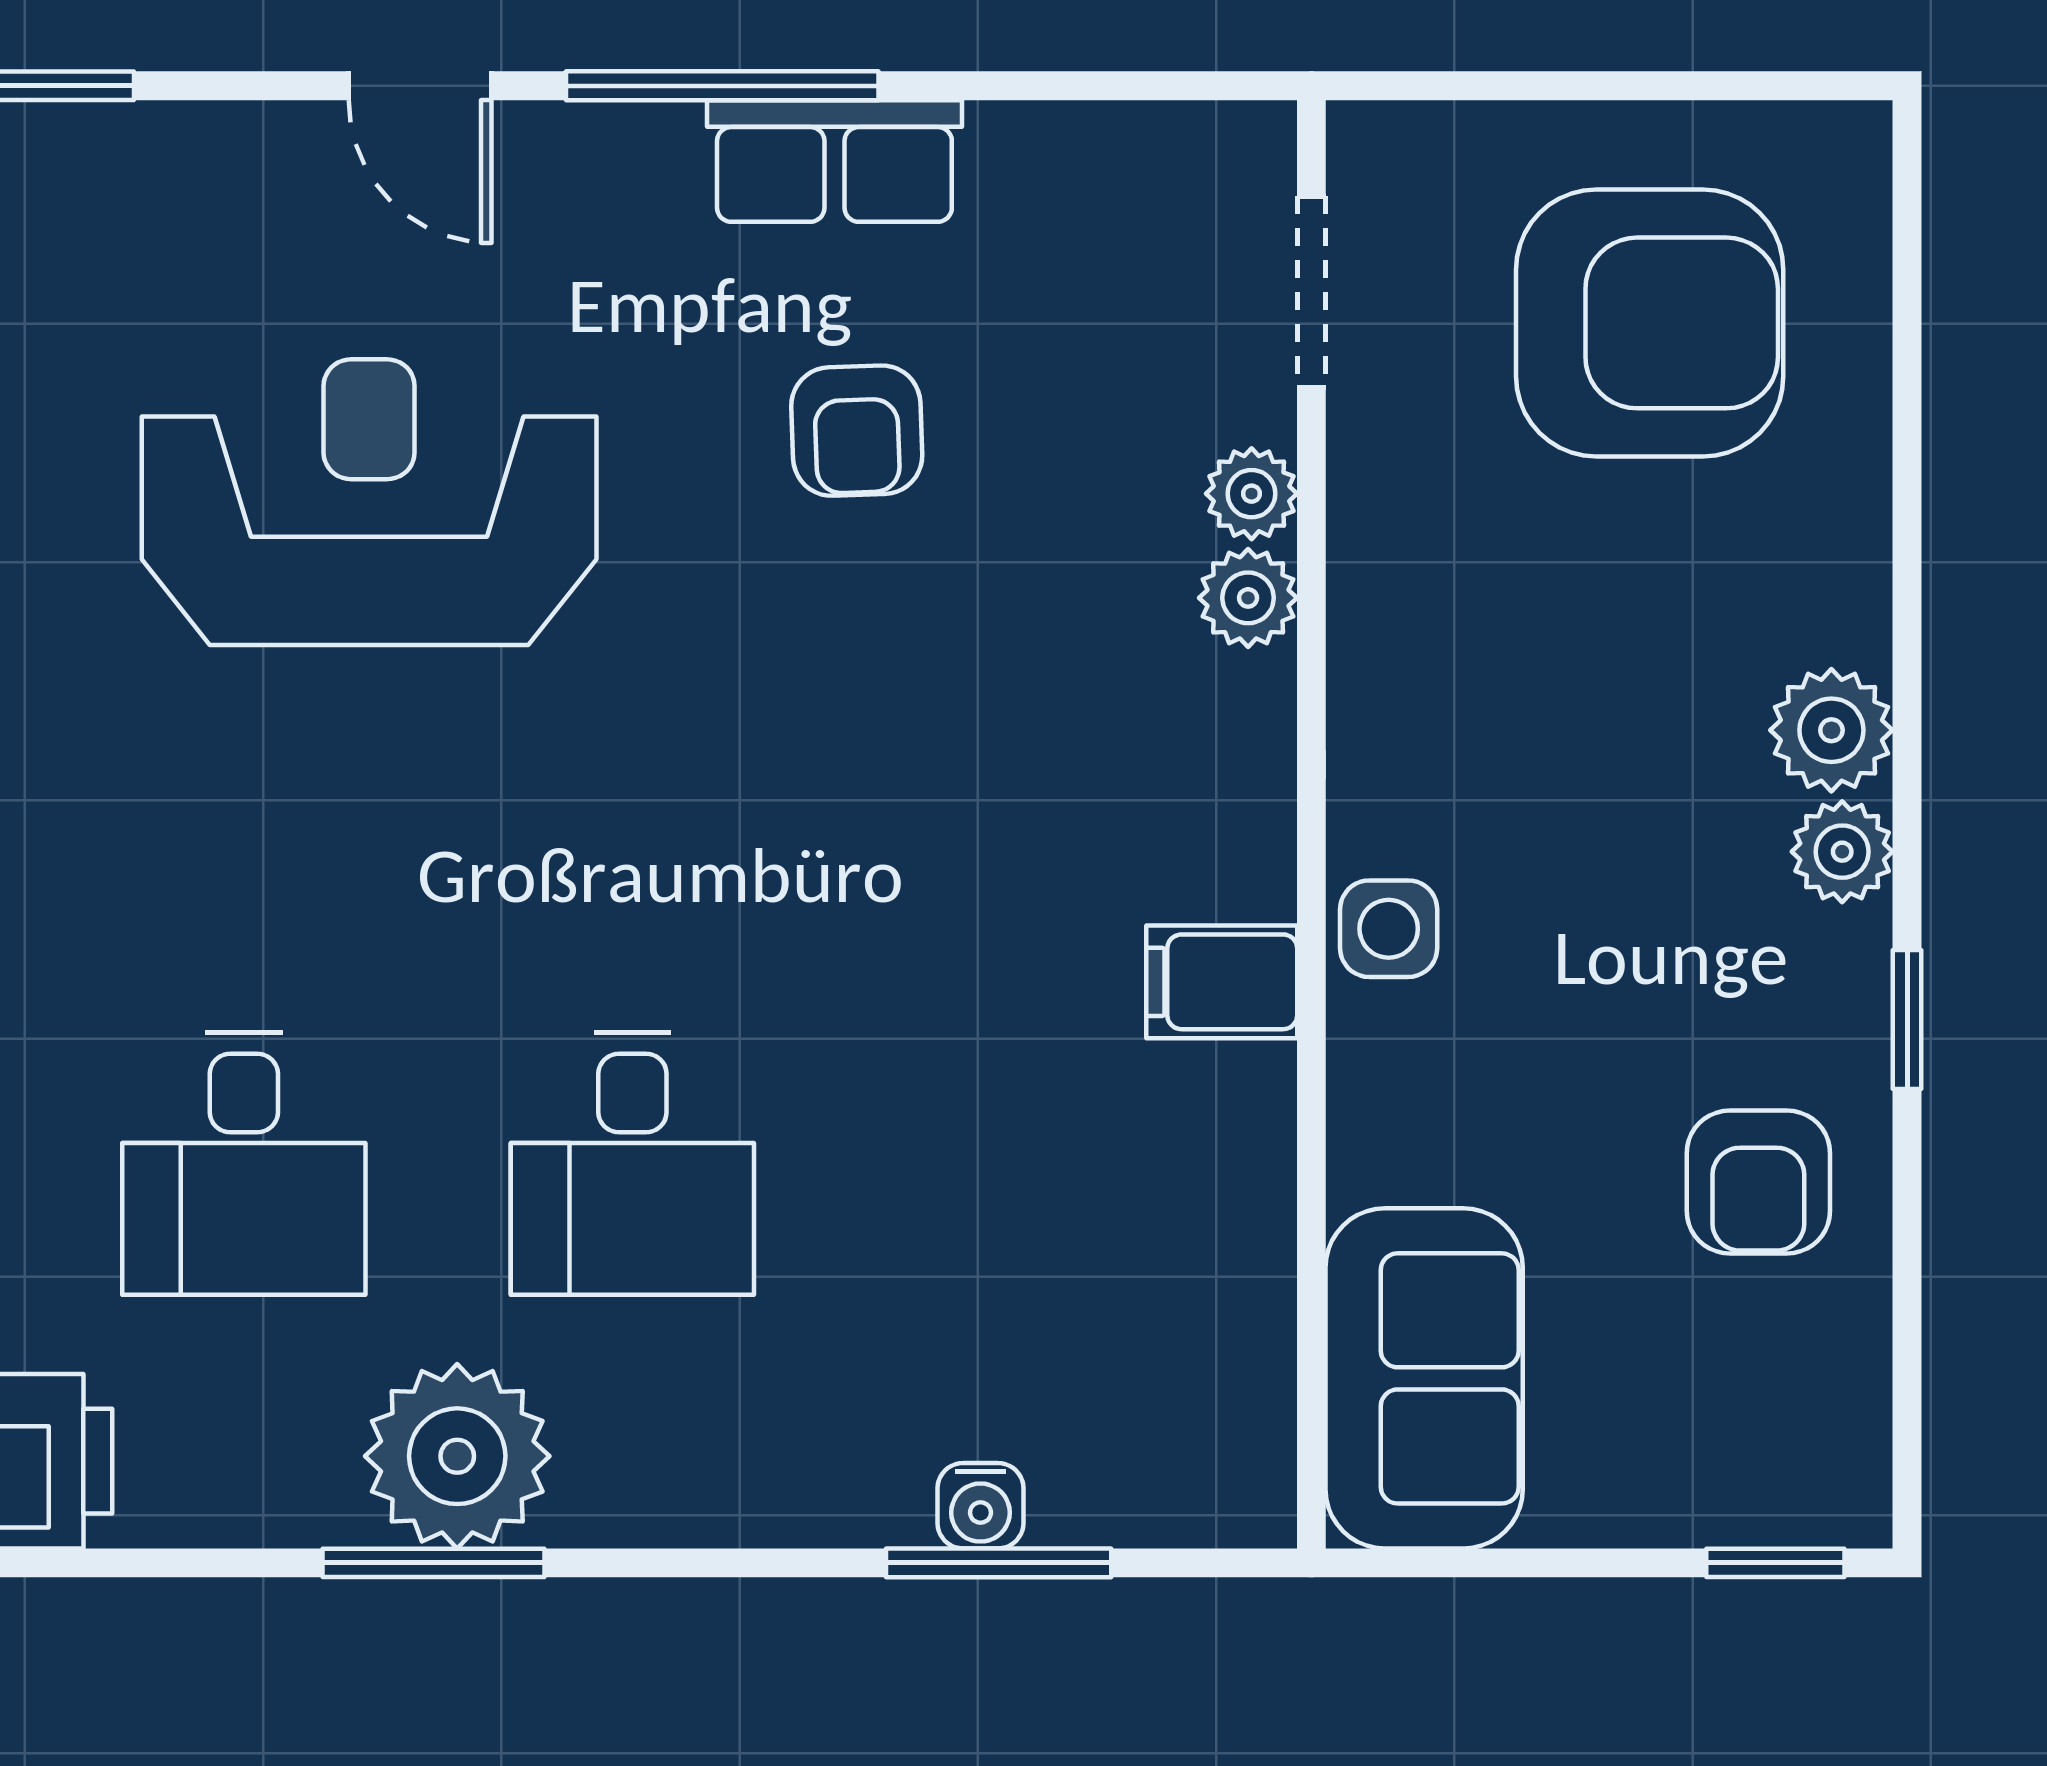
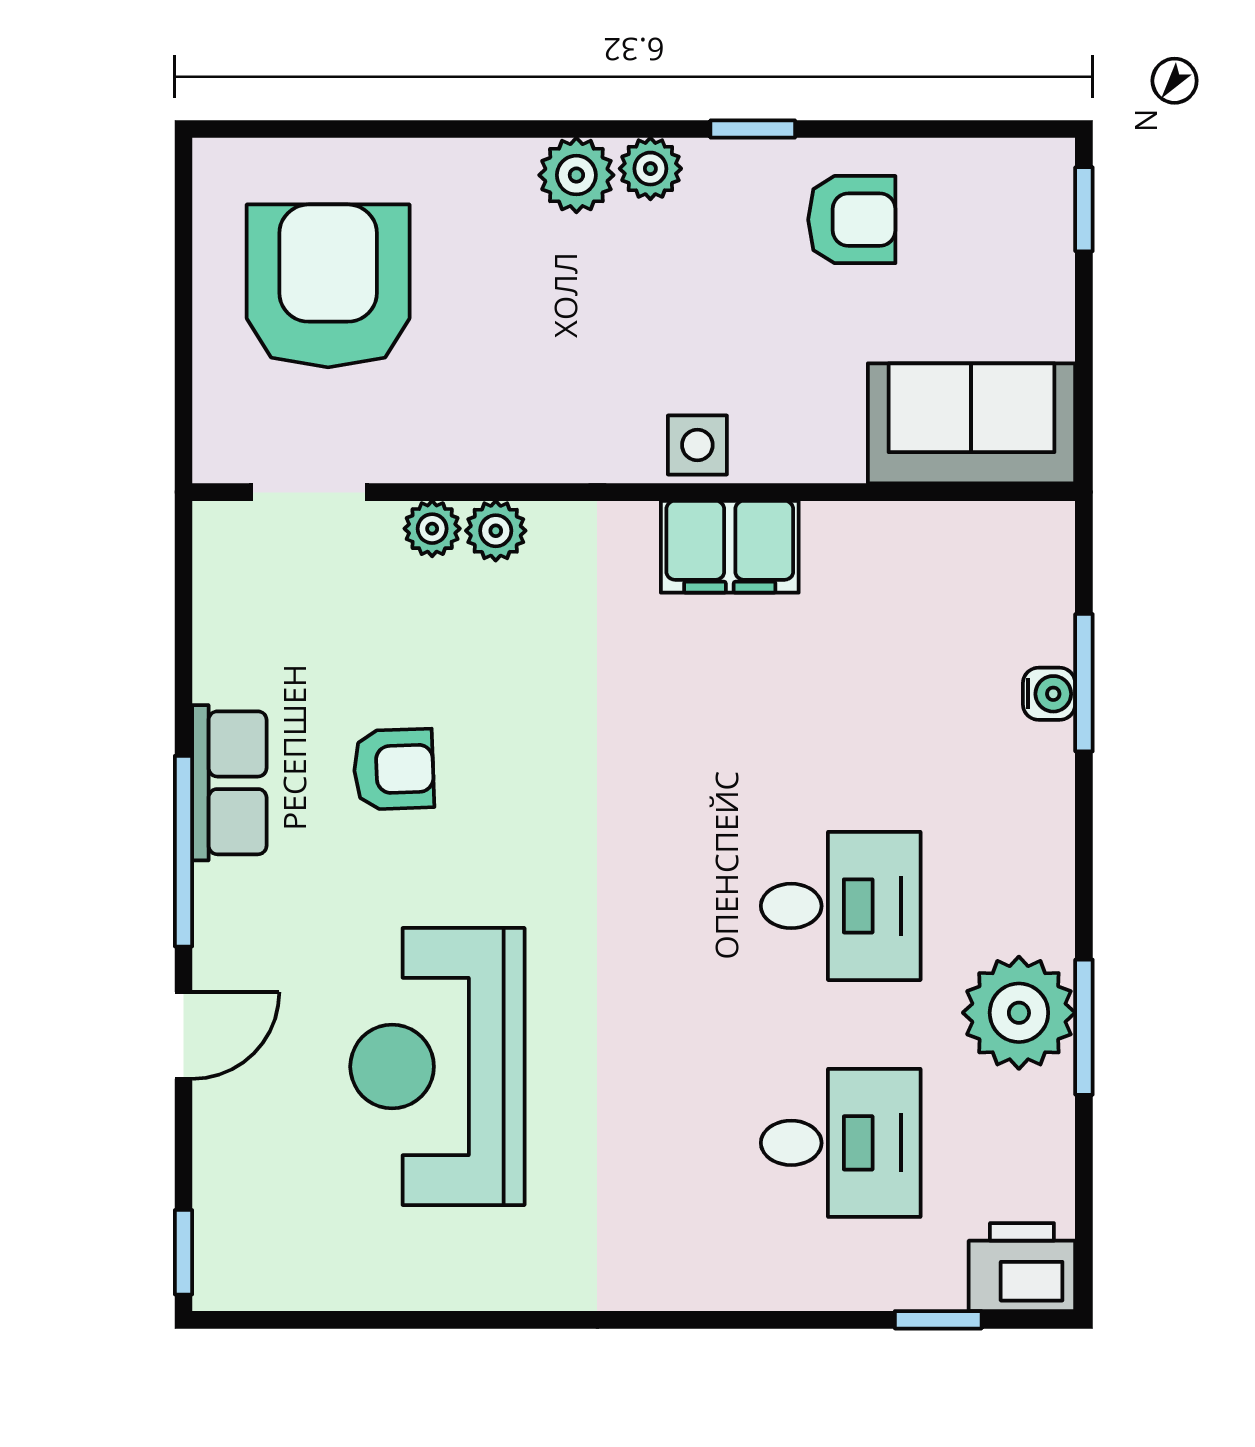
filing cabinet: (1222, 982) -> (730, 547), width x2.00

